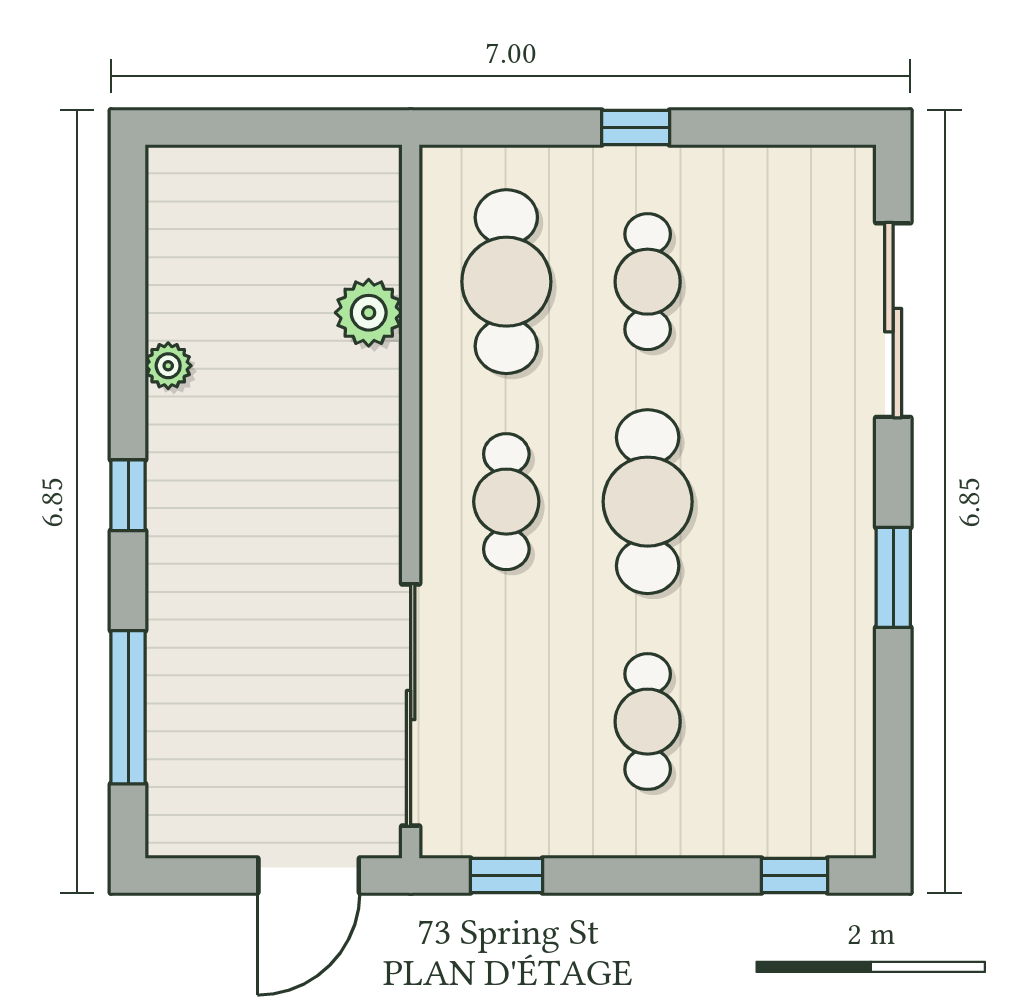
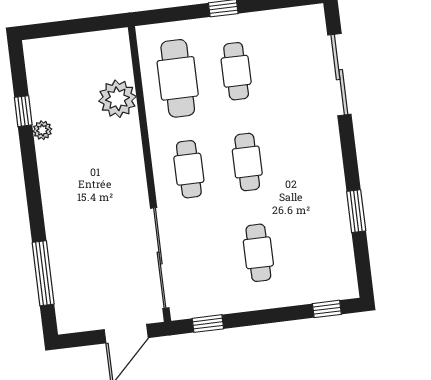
plant: (369, 313) -> (117, 99), width x1.36, depth x1.36
window: (128, 495) -> (23, 111), moved
cafe table: (648, 502) -> (247, 162), width x0.73, depth x0.74
window: (893, 577) -> (356, 211), moved

